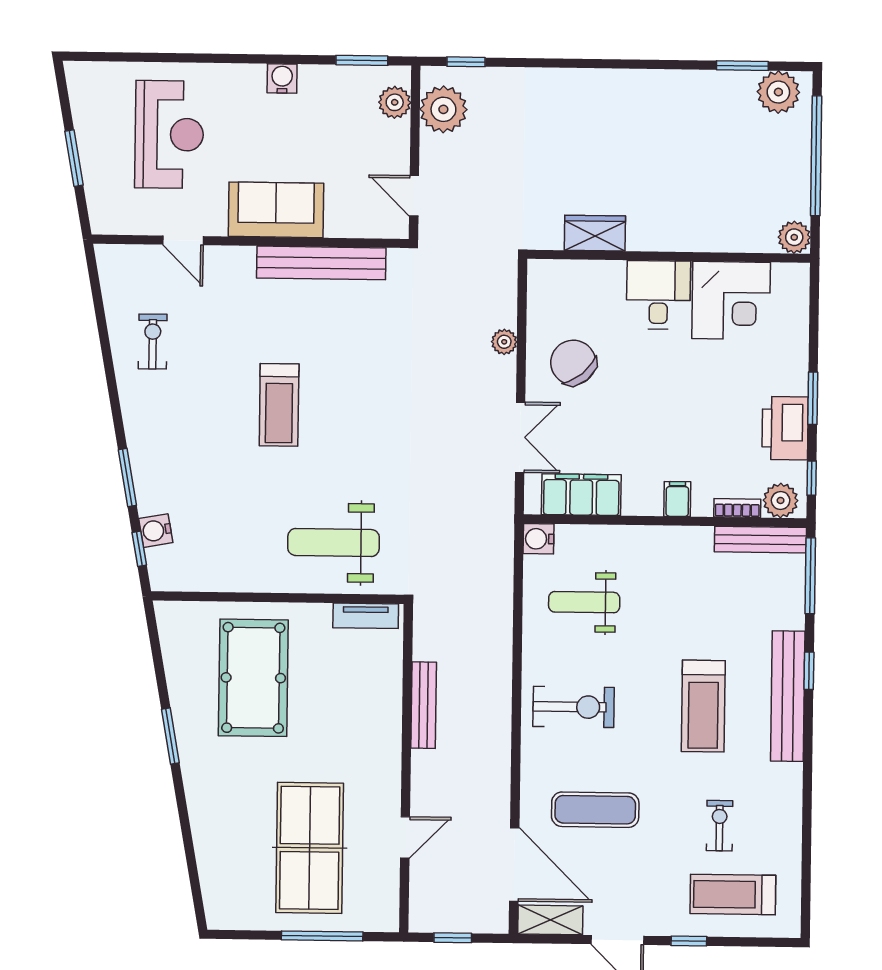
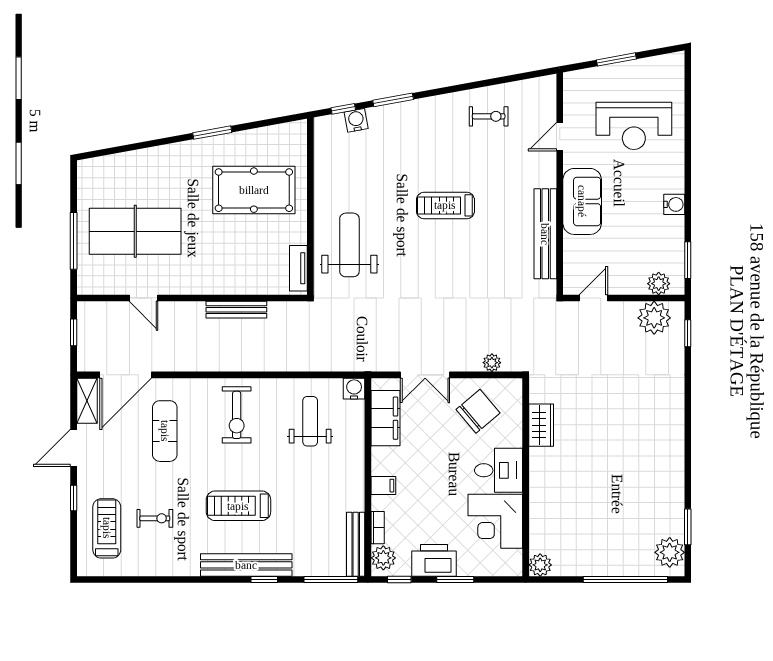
wardrobe: (595, 233) -> (541, 425), moved
plant: (794, 237) -> (540, 565), moved
wall: (669, 256) -> (526, 477), moved
desk: (658, 295) -> (499, 470), moved
corner desk: (731, 300) -> (495, 521), moved

